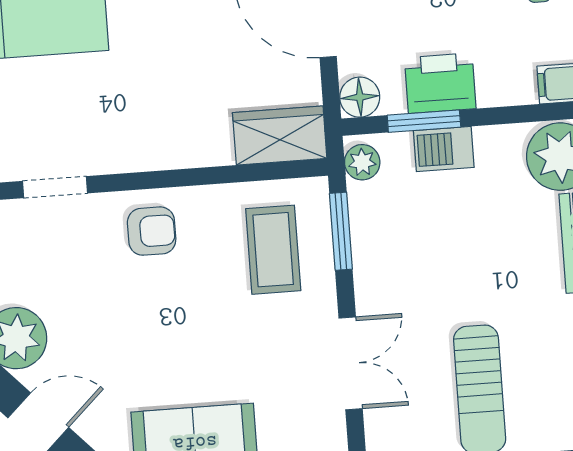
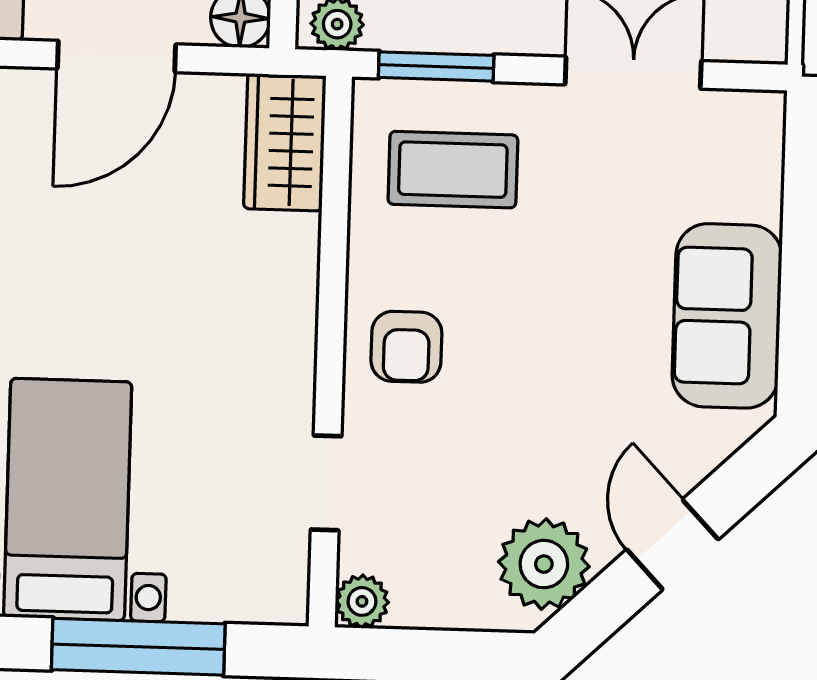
armchair: (152, 231) -> (406, 347), turned 180

